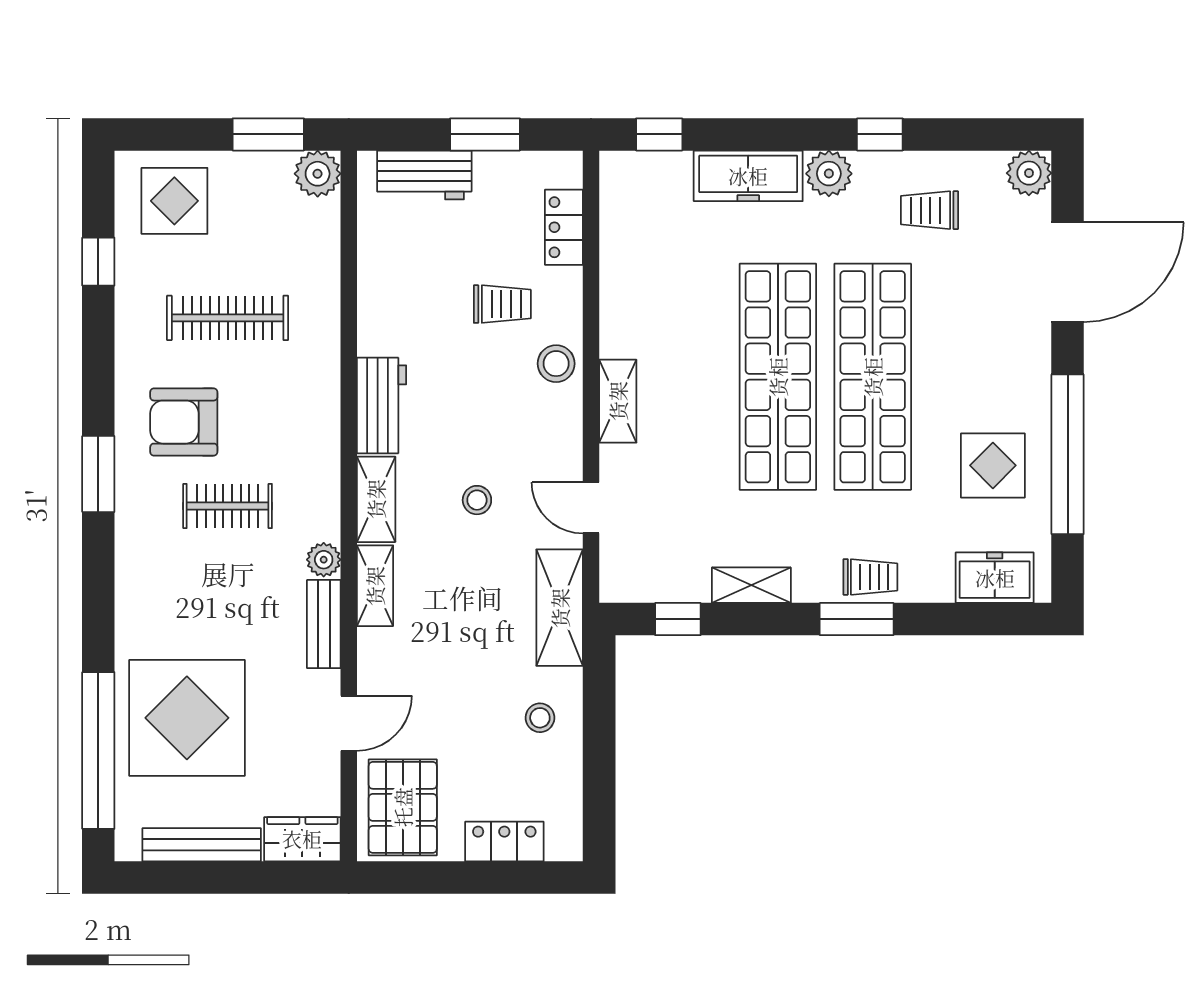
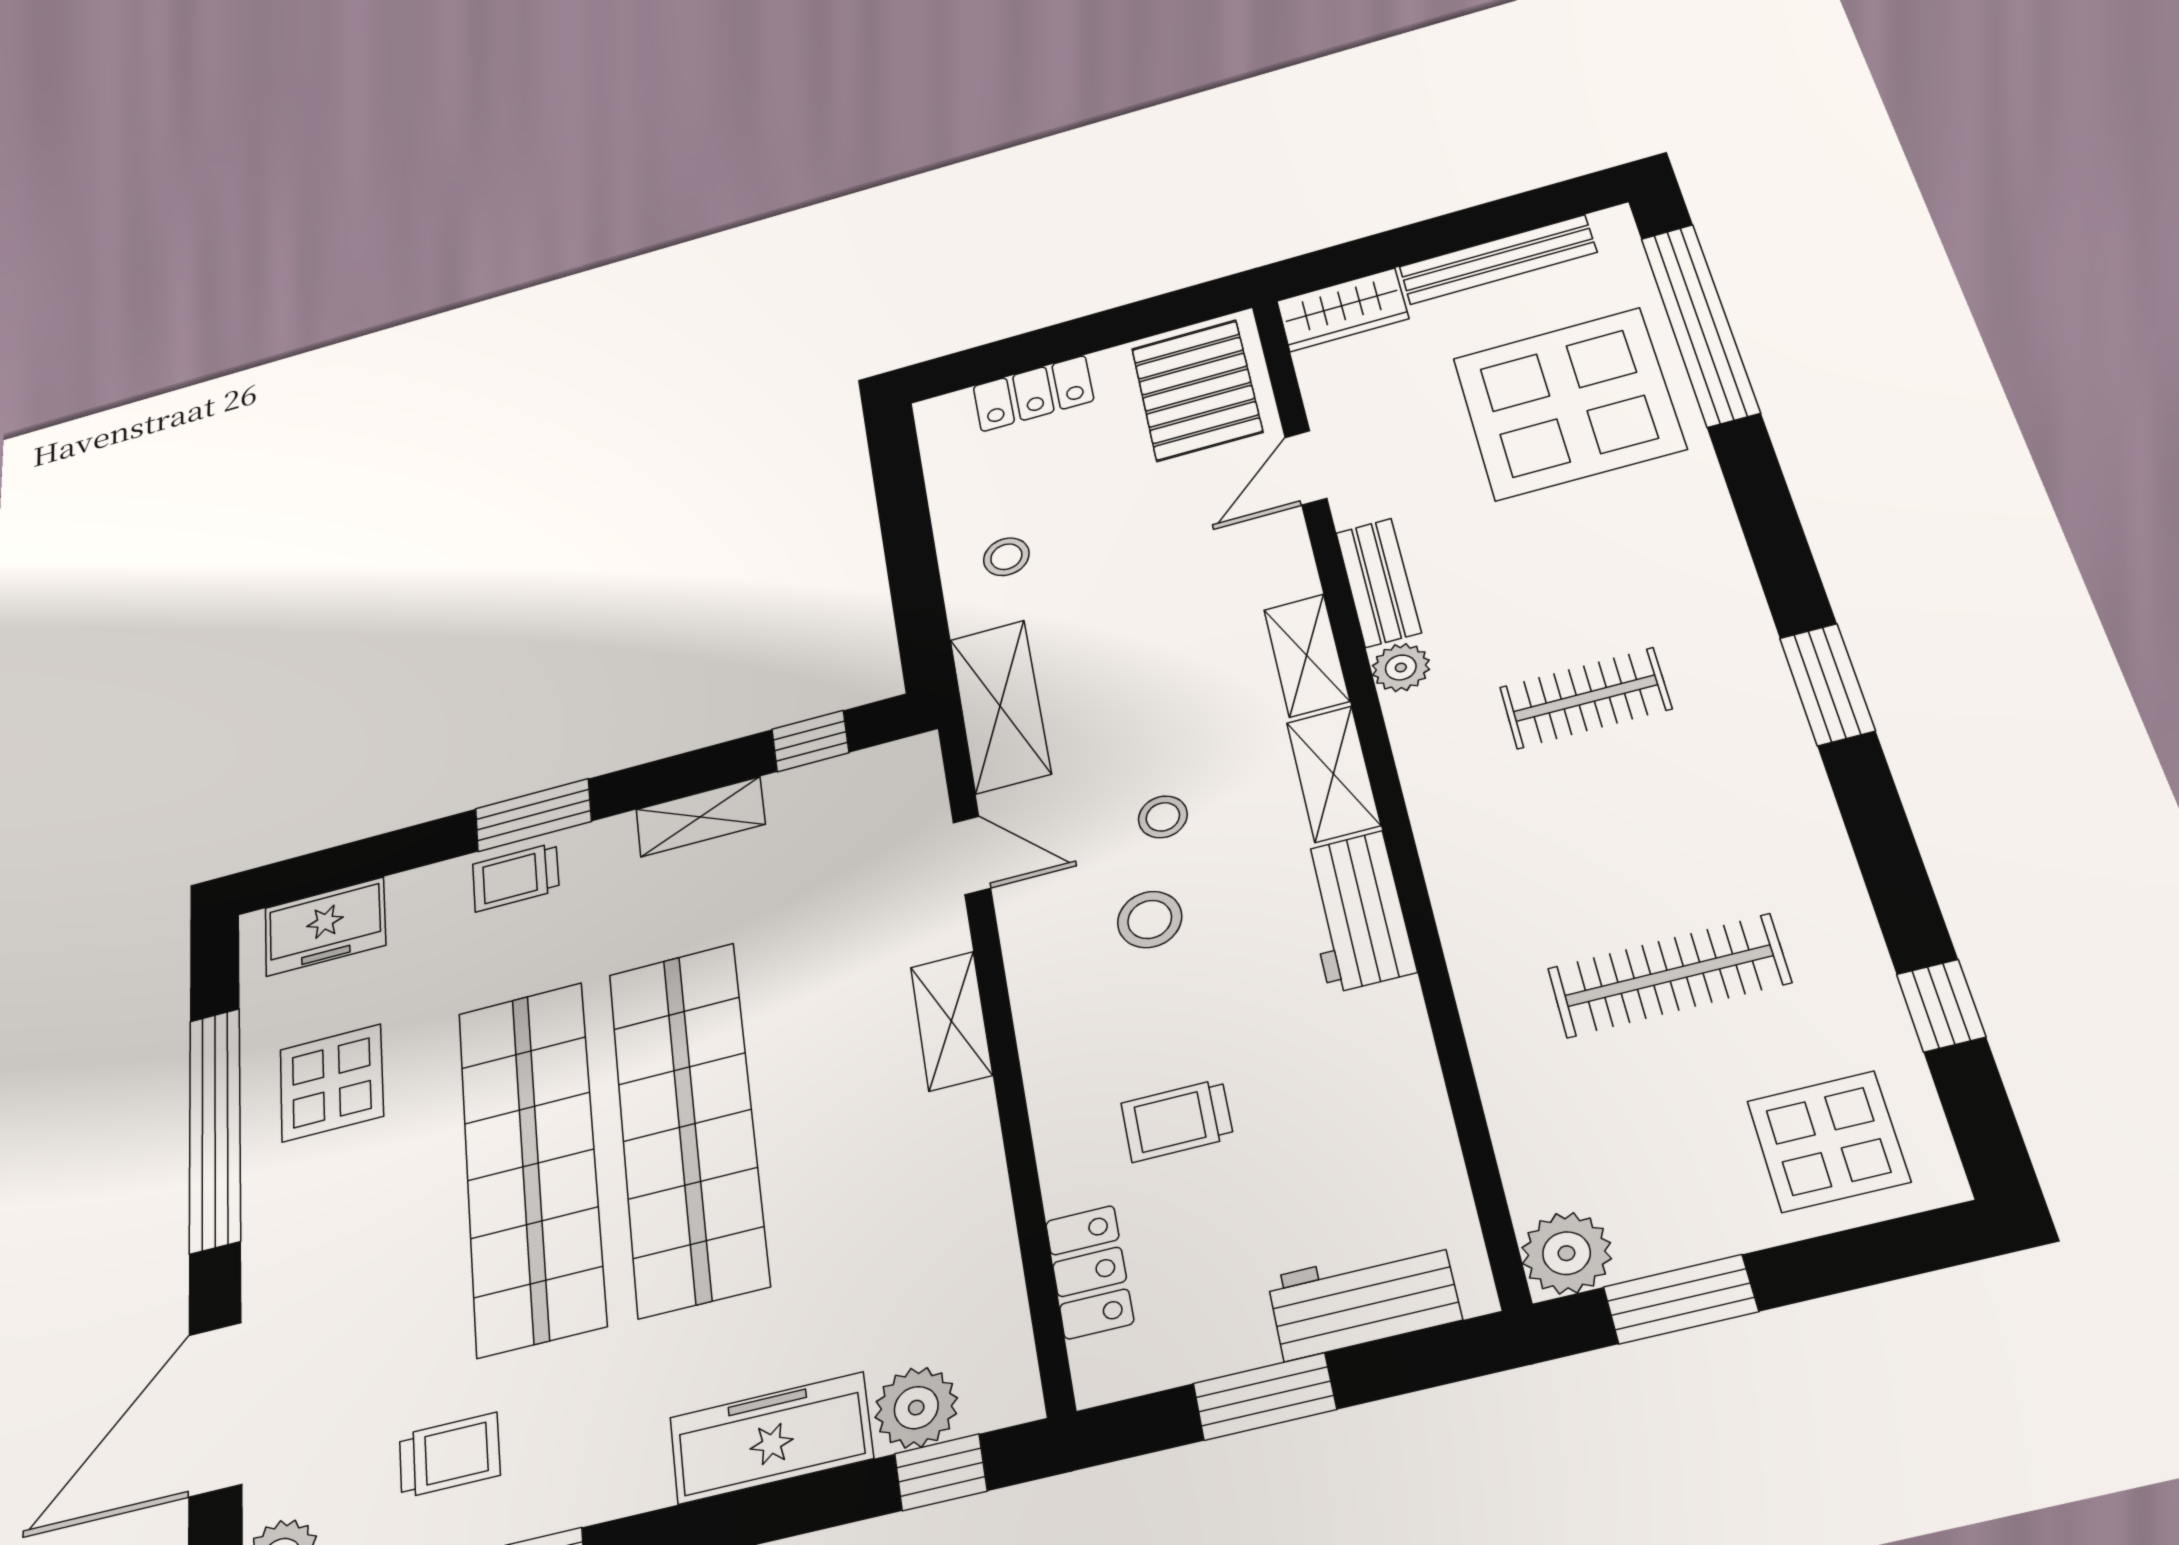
plant: (829, 174) -> (916, 1408), moved
stool: (556, 364) -> (1150, 919), moved
armchair: (184, 422) -> (1699, 798), removed

